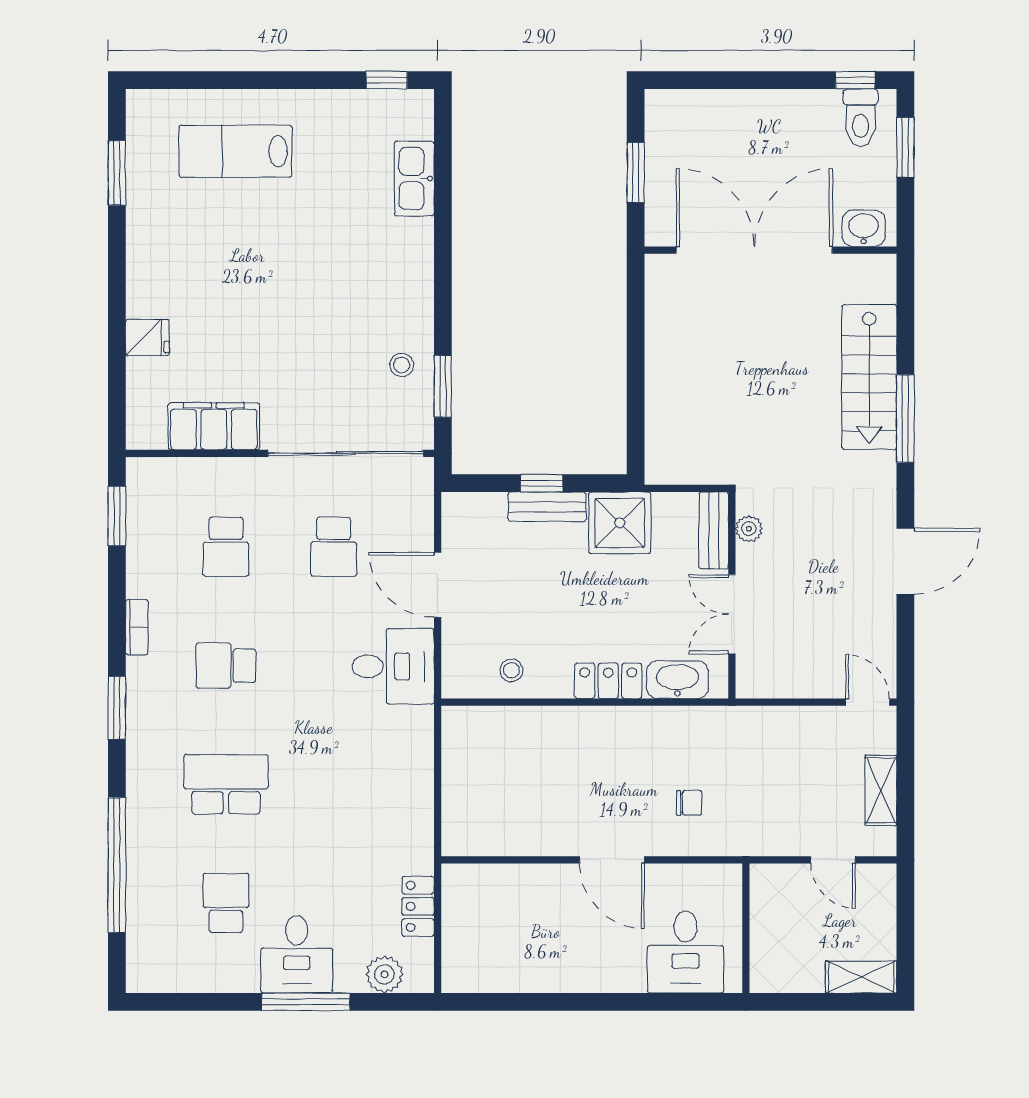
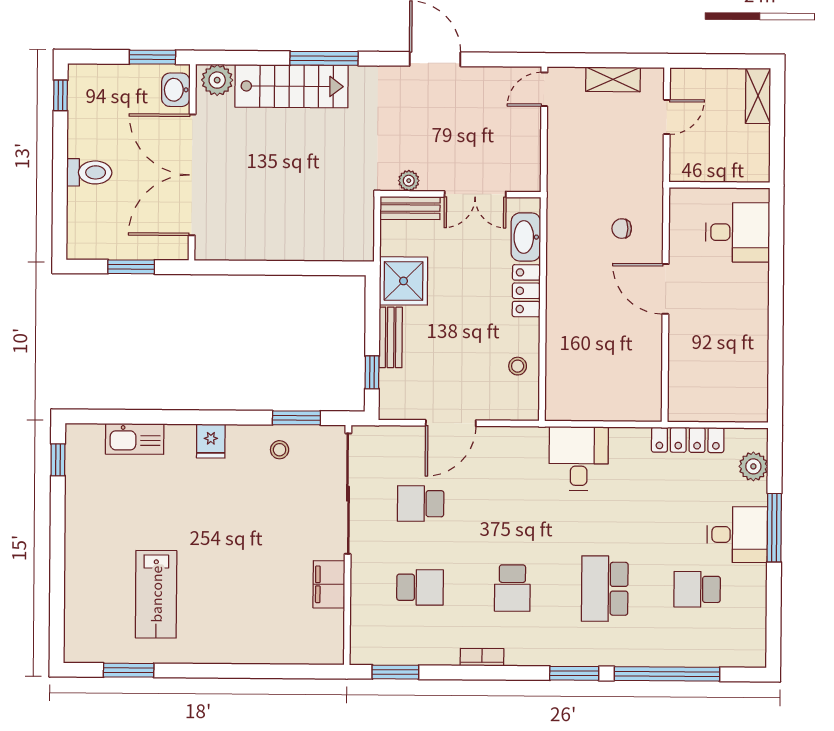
toilet: (861, 118) -> (89, 172), moved
window: (905, 147) -> (152, 57), moved
lab bench: (235, 151) -> (156, 594), moved
plant: (876, 281) -> (217, 80), added
fridge: (147, 337) -> (211, 441), moved, turned 180
filing cabinet: (214, 426) -> (329, 584), width x0.67, depth x0.86
window: (542, 483) -> (372, 372), moved
school desk: (334, 547) -> (421, 504), turned 180
desk: (393, 666) -> (579, 459), moved
window: (117, 708) -> (574, 673), moved
chair: (689, 803) -> (622, 229), turned -90
door: (612, 860) -> (666, 289), swing flipped
locker: (418, 906) -> (688, 440), width x1.53

